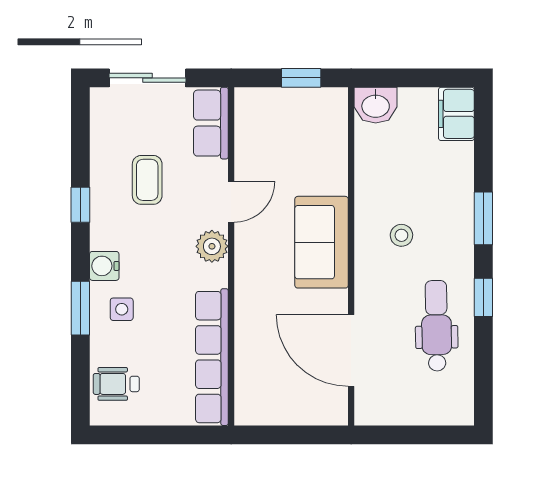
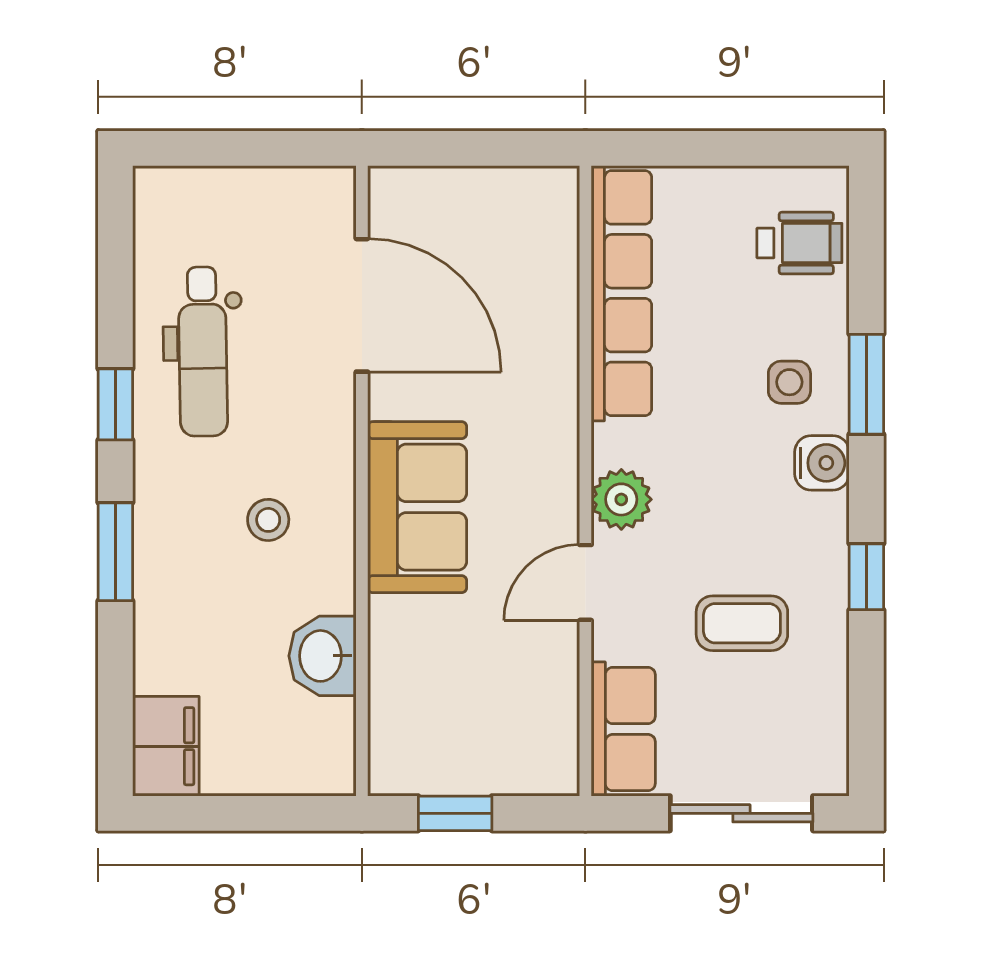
washbasin: (376, 105) -> (322, 656), moved, turned -90
coffee table: (147, 180) -> (742, 623), turned 90

